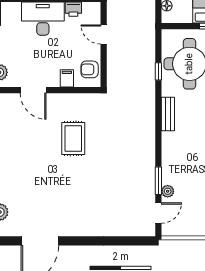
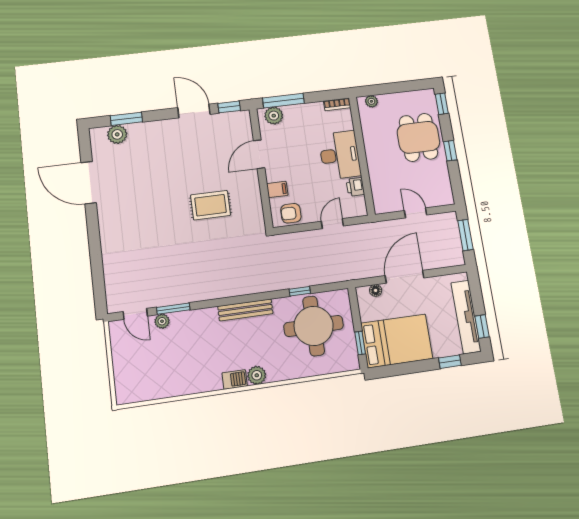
armchair: (90, 69) -> (291, 213), turned -90
bench: (168, 114) -> (245, 310), width x1.36

